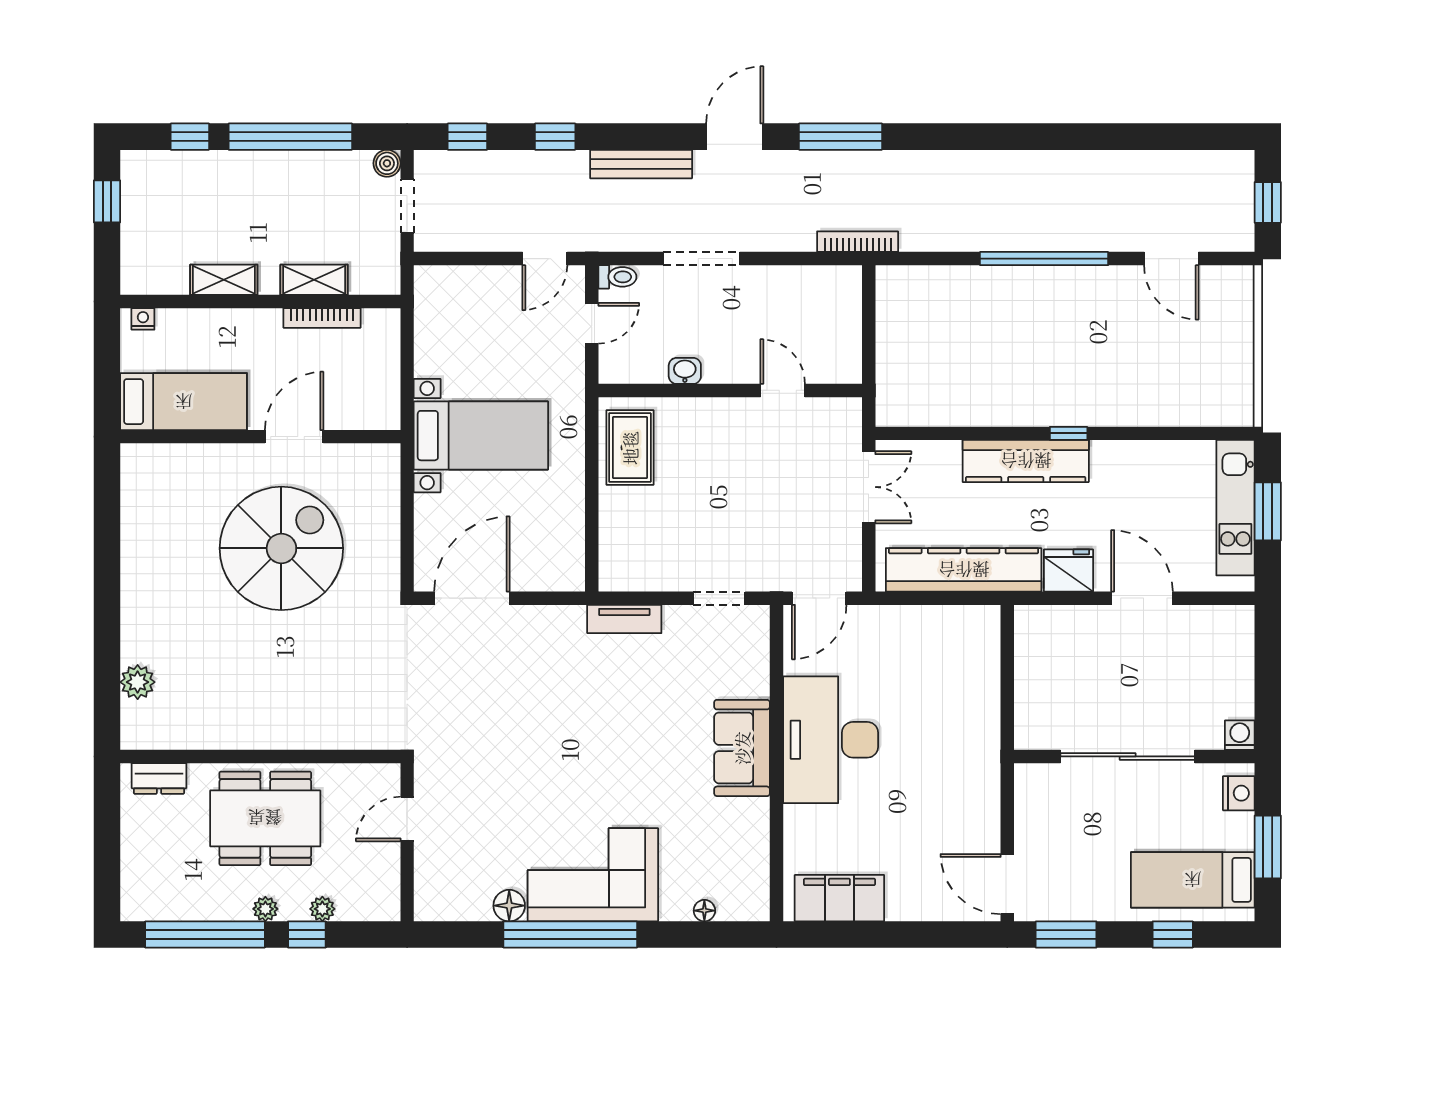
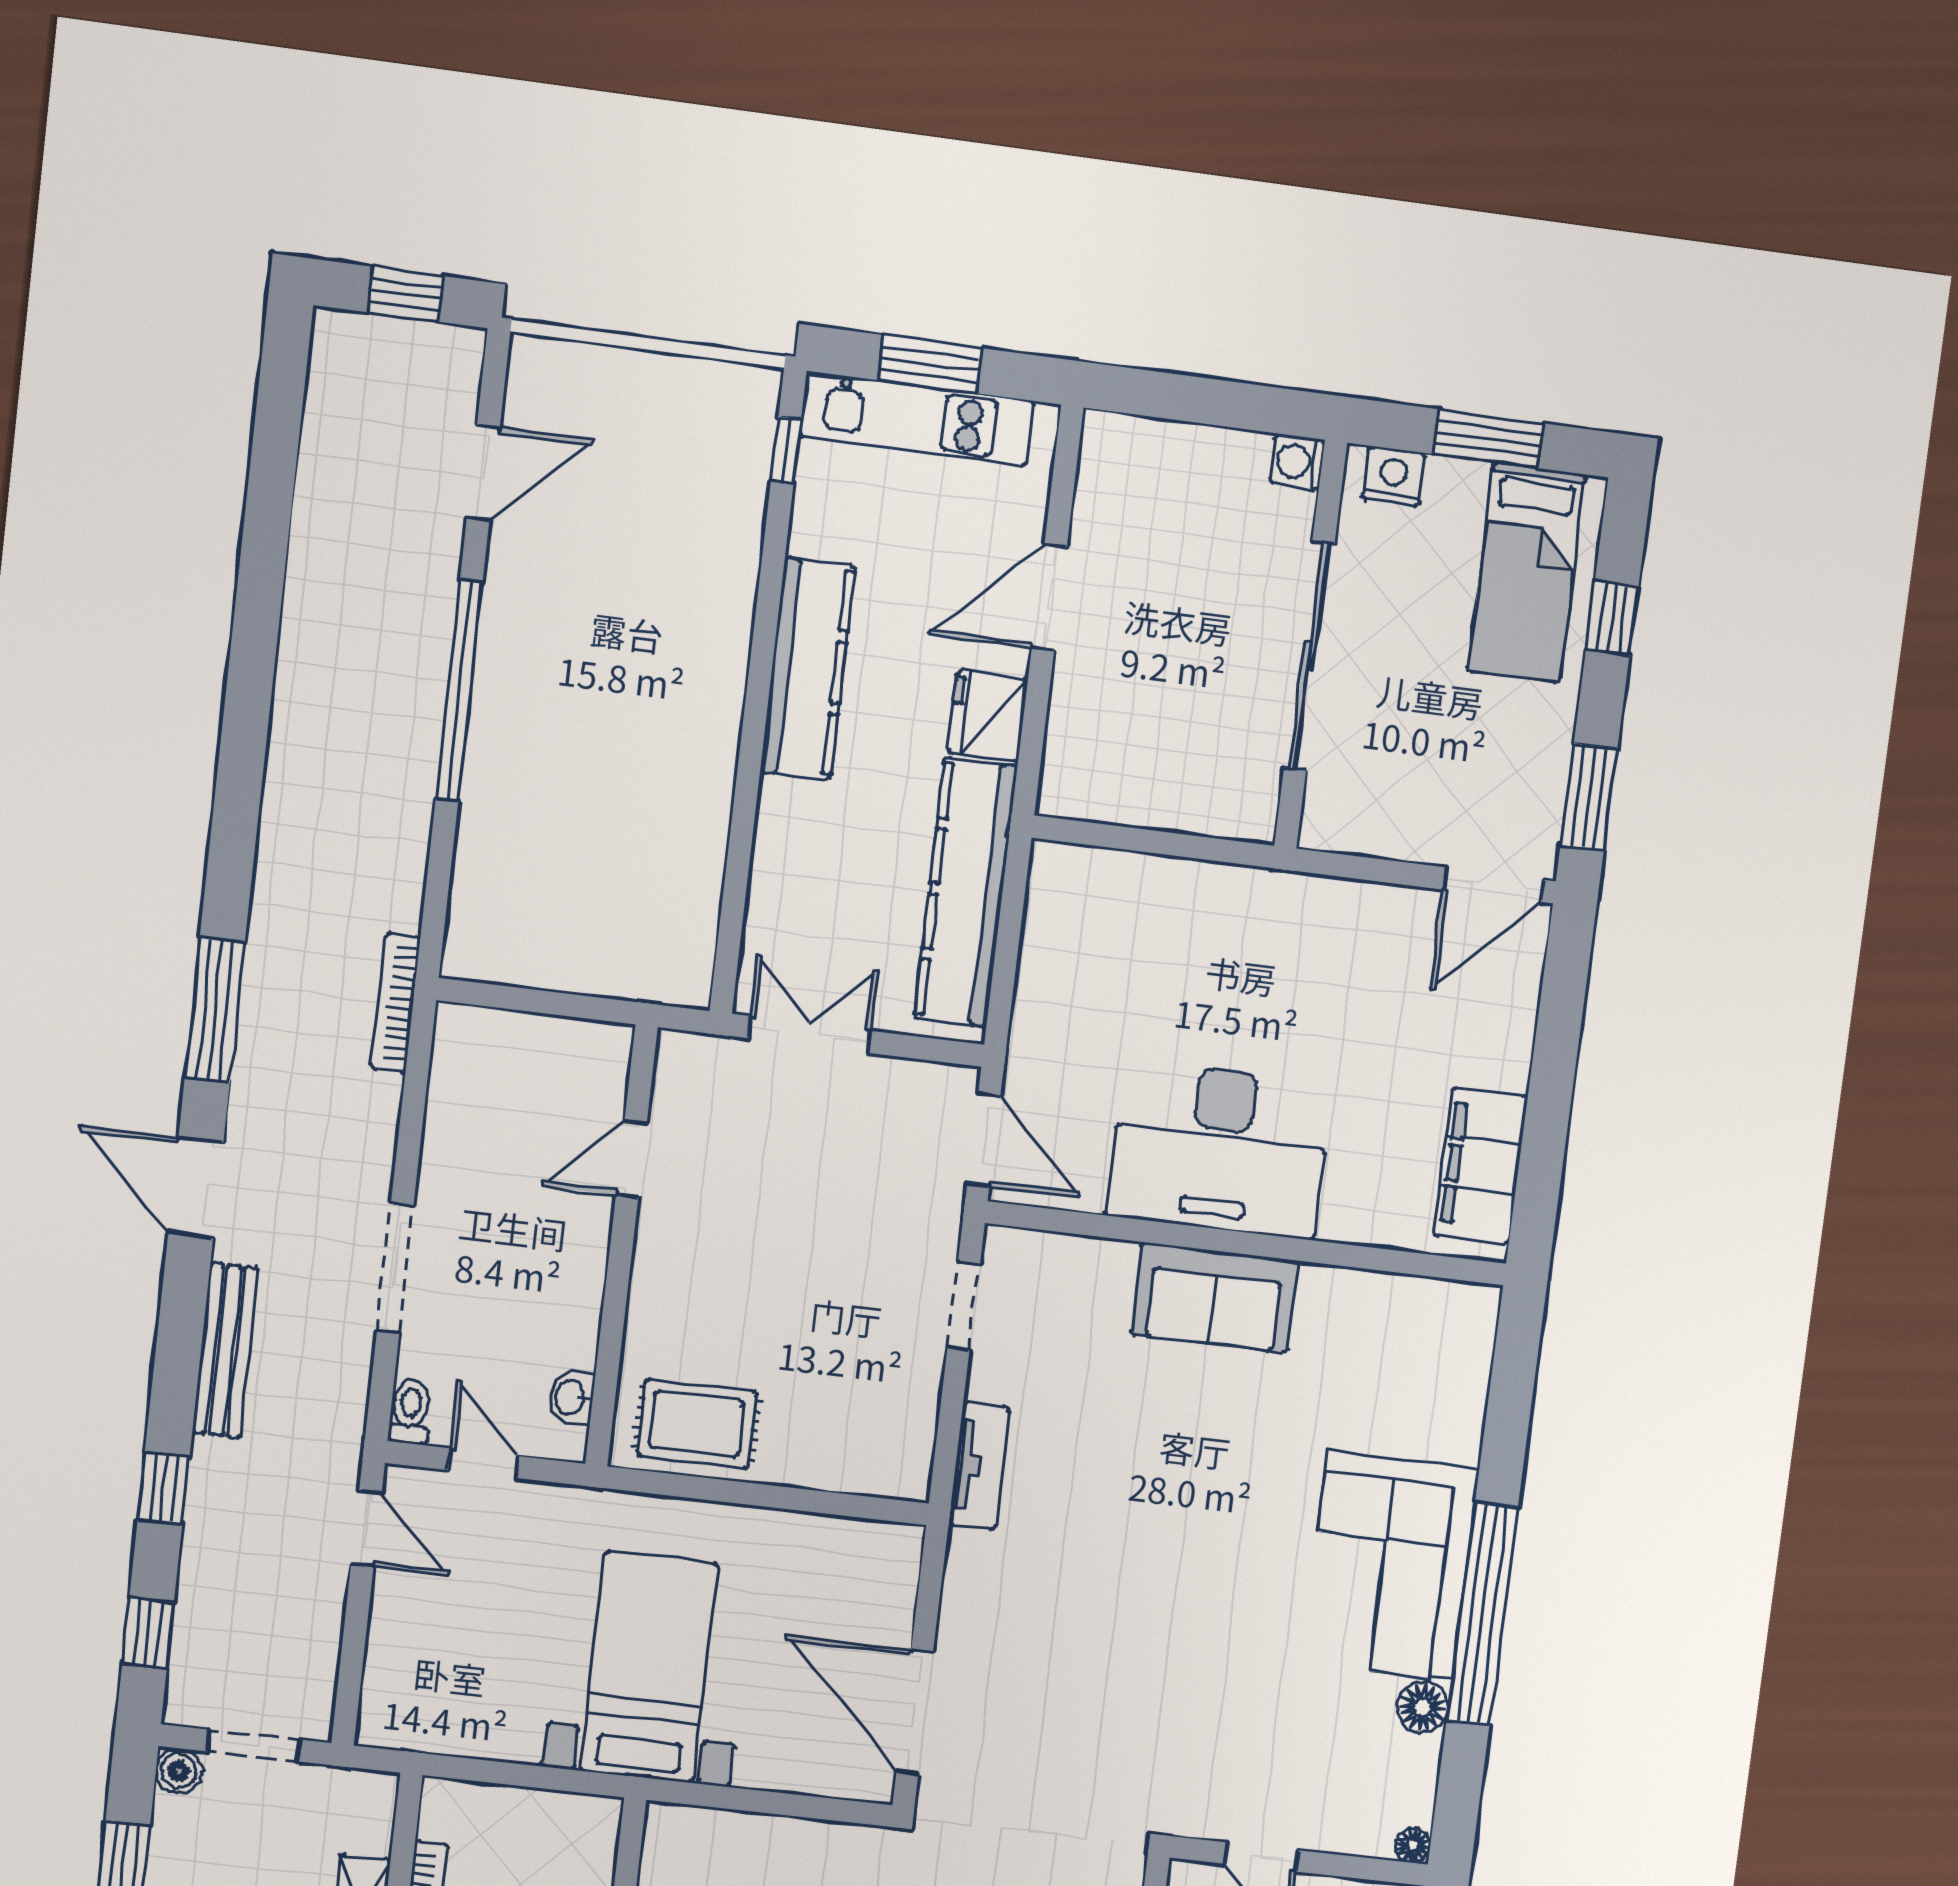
washbasin: (685, 371) -> (571, 1397), moved
window: (1069, 433) -> (786, 450), moved
kitchen counter: (1026, 461) -> (808, 669), moved
floor lamp: (704, 911) -> (1413, 1845), moved

